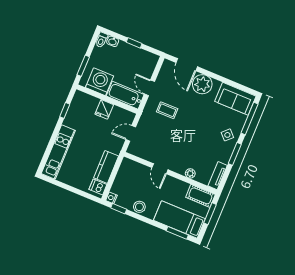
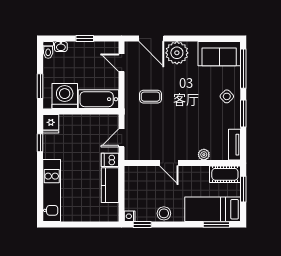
door: (150, 88) -> (122, 63), moved
fridge: (104, 109) -> (51, 124), moved
dishwasher: (98, 187) -> (110, 160), moved

